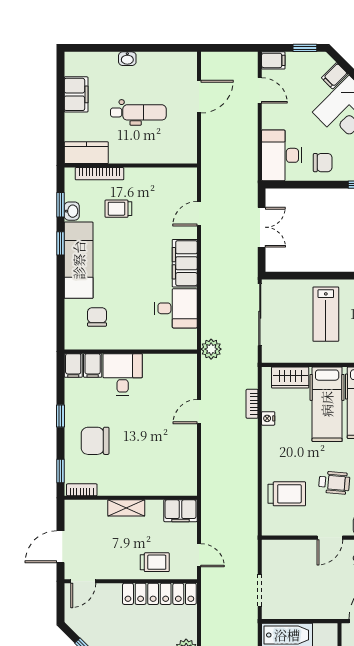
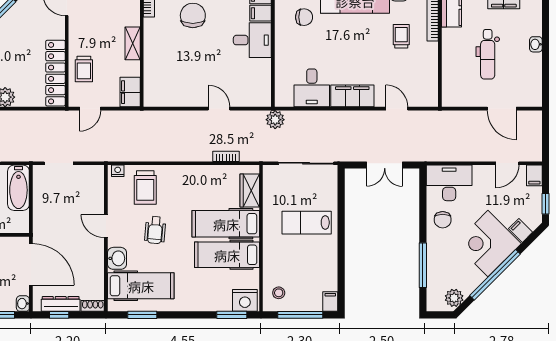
nightstand: (268, 418) -> (118, 171), moved

